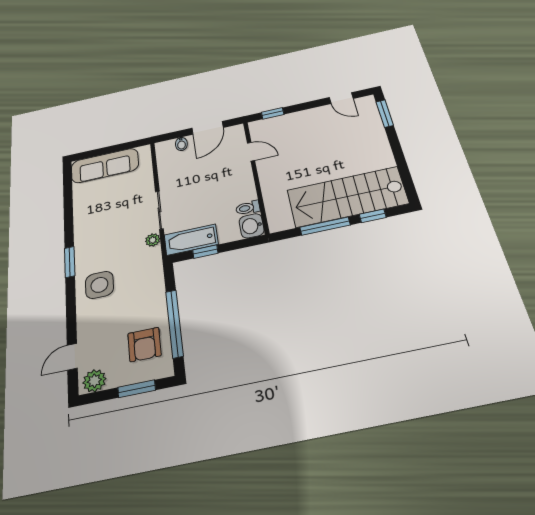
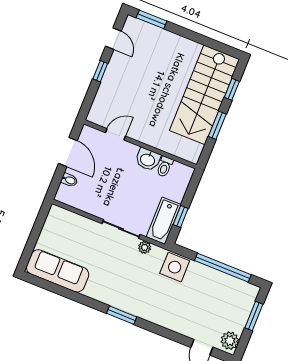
door: (341, 98) -> (113, 39), hinge flipped
window: (273, 113) -> (100, 71), moved
sofa: (105, 166) -> (58, 271), moved, turned -90
washbasin: (252, 226) -> (148, 160), moved
window: (325, 226) -> (217, 125), width x0.69
side table: (99, 285) -> (175, 267), moved
armchair: (144, 344) -> (225, 295), removed

